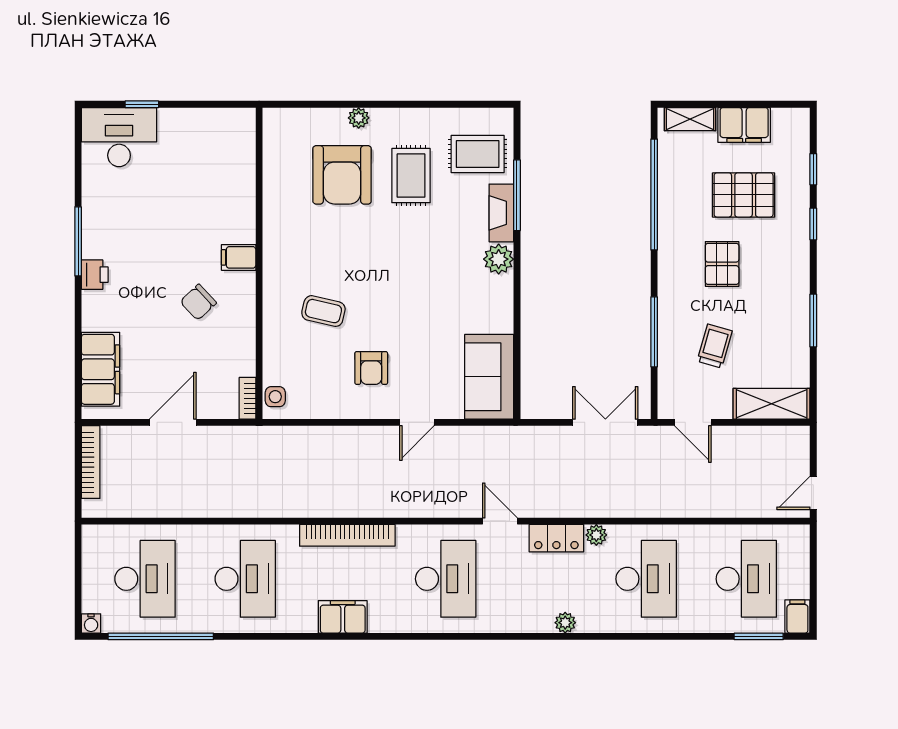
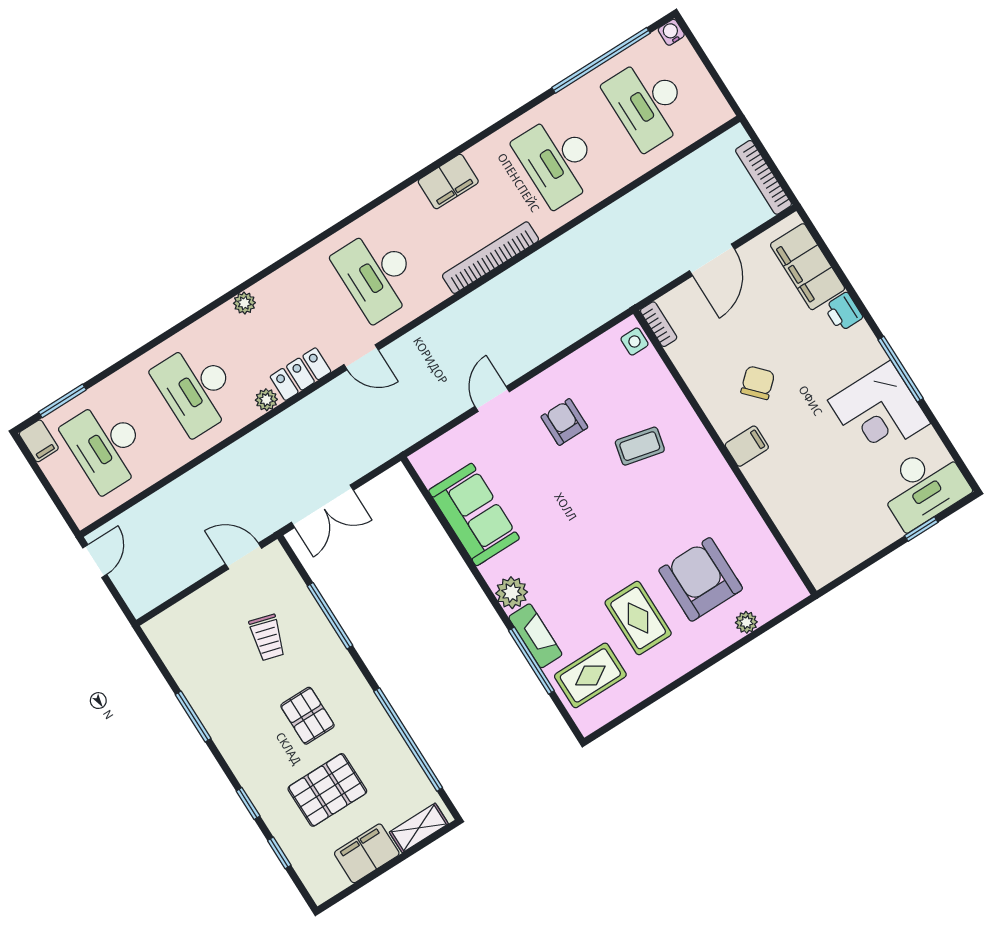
plant: (359, 118) -> (746, 622), moved
corner desk: (117, 218) -> (879, 412), added
printer: (95, 275) -> (843, 312), moved
sofa: (489, 377) -> (474, 515), moved
shelving: (772, 404) -> (183, 618), removed

